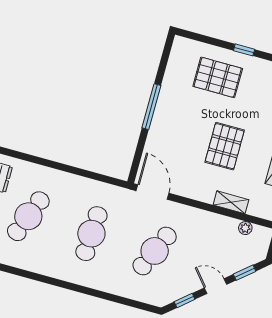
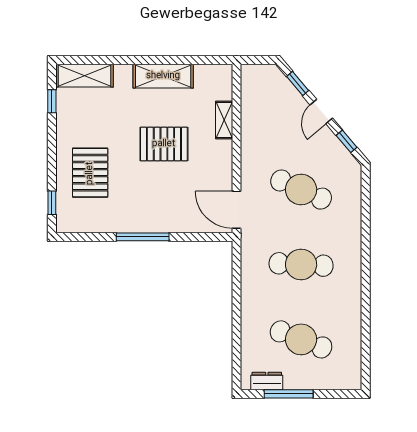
window: (244, 50) -> (52, 203), moved
door: (152, 192) -> (237, 210), hinge flipped
plant: (245, 228) -> (248, 96), removed

